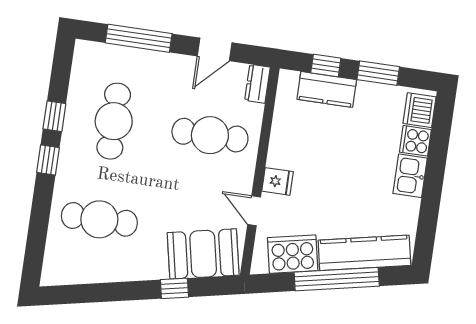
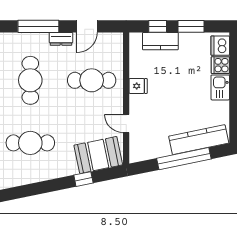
dresser: (257, 84) -> (61, 39), moved, turned -90
fridge: (278, 181) -> (138, 86), moved
cooker: (293, 254) -> (154, 147), removed

